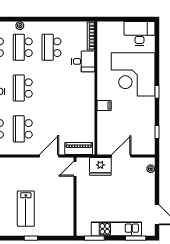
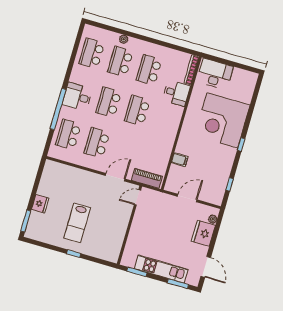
desk: (140, 33) -> (215, 74), moved
school desk: (52, 88) -> (137, 110), added
filing cabinet: (104, 106) -> (180, 160), moved
fridge: (100, 166) -> (203, 233), moved, turned 90

